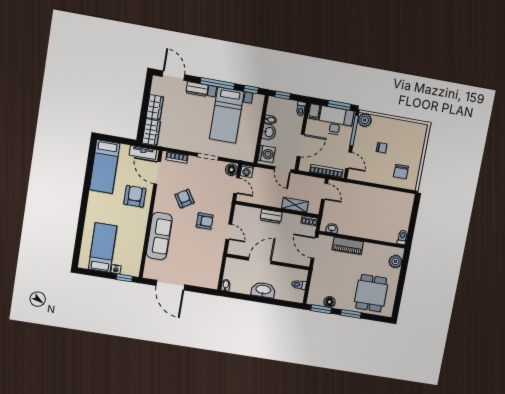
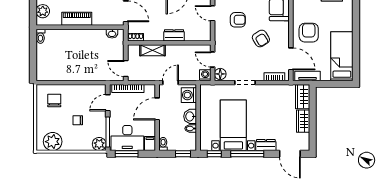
plant: (410, 131) -> (53, 142), added
door: (349, 160) -> (108, 103), hinge flipped
door: (283, 170) -> (170, 83), hinge flipped
armchair: (135, 196) -> (309, 33), turned 180
armchair: (205, 221) -> (238, 20), turned 180
piano: (348, 246) -> (77, 19), moved

